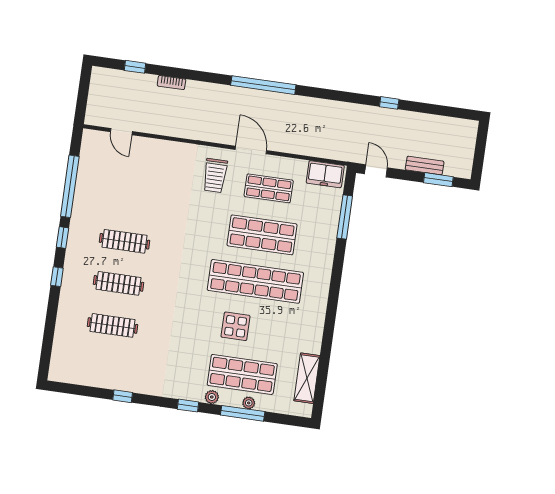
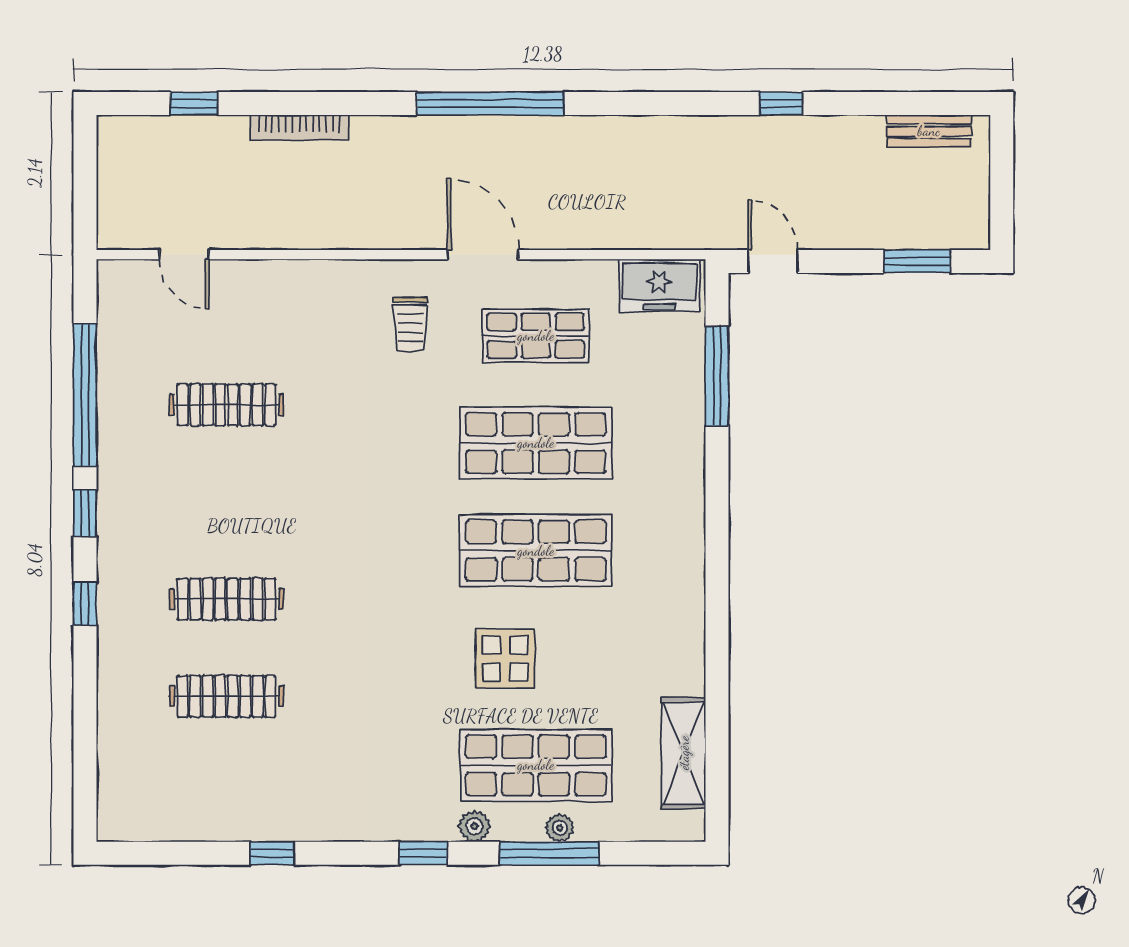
bookcase: (171, 83) -> (299, 127), width x1.56
bench: (425, 166) -> (929, 131), moved
trolley: (215, 176) -> (410, 324), width x0.73, depth x0.72
clothes rail: (124, 241) -> (226, 405), moved
shop shelf: (255, 281) -> (536, 551), width x0.71

